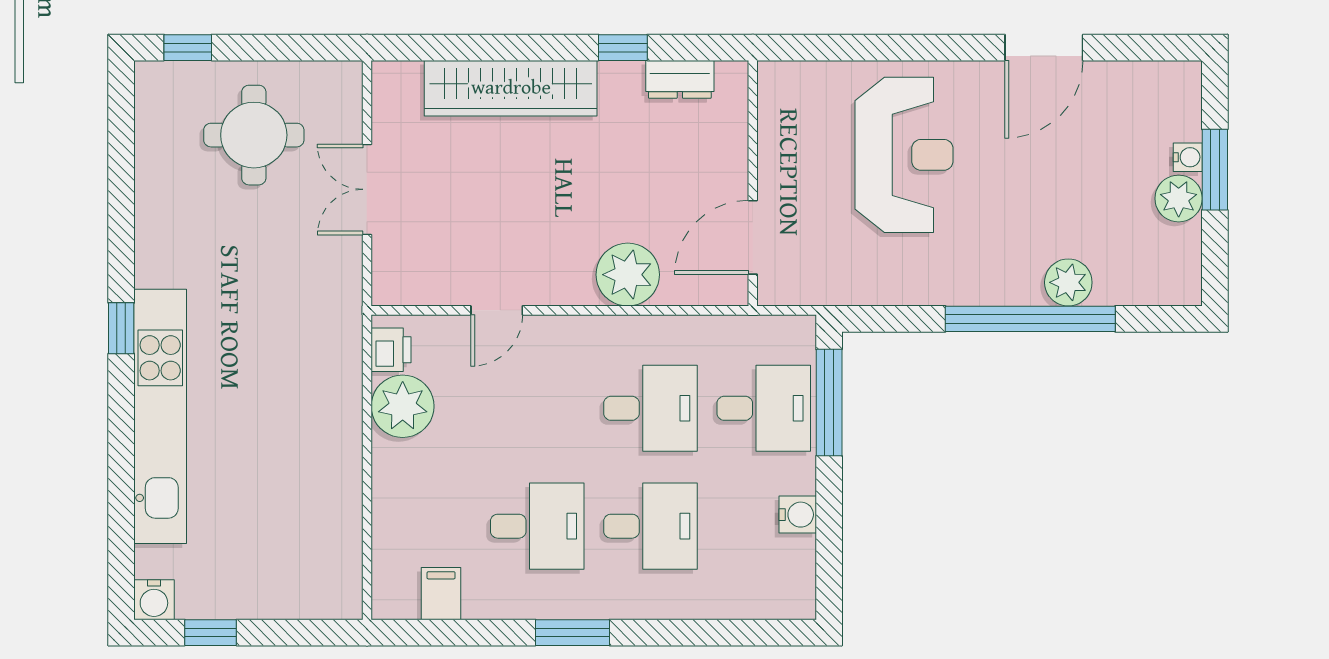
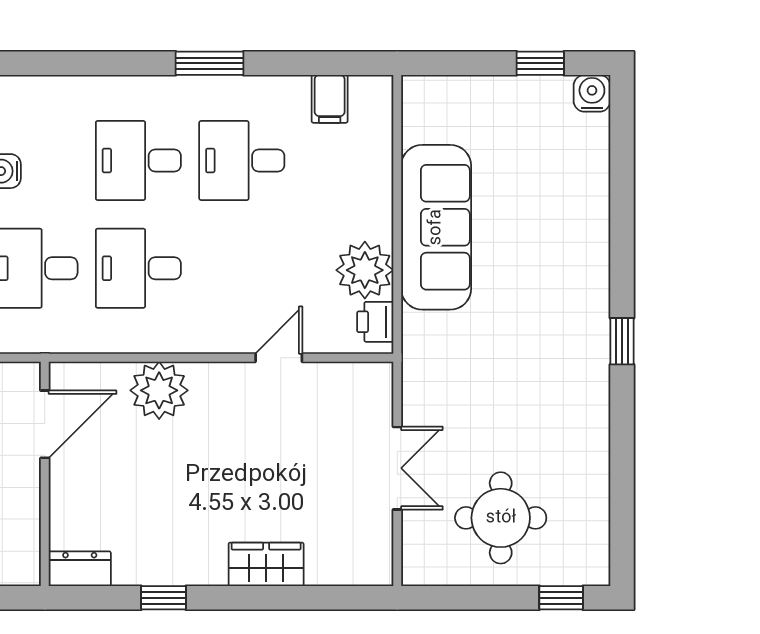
dresser: (680, 79) -> (80, 569), moved
wardrobe: (511, 88) -> (266, 564), width x0.48, depth x0.85
kitchen unit: (160, 416) -> (586, 261), removed
sofa: (324, 453) -> (436, 227), added

